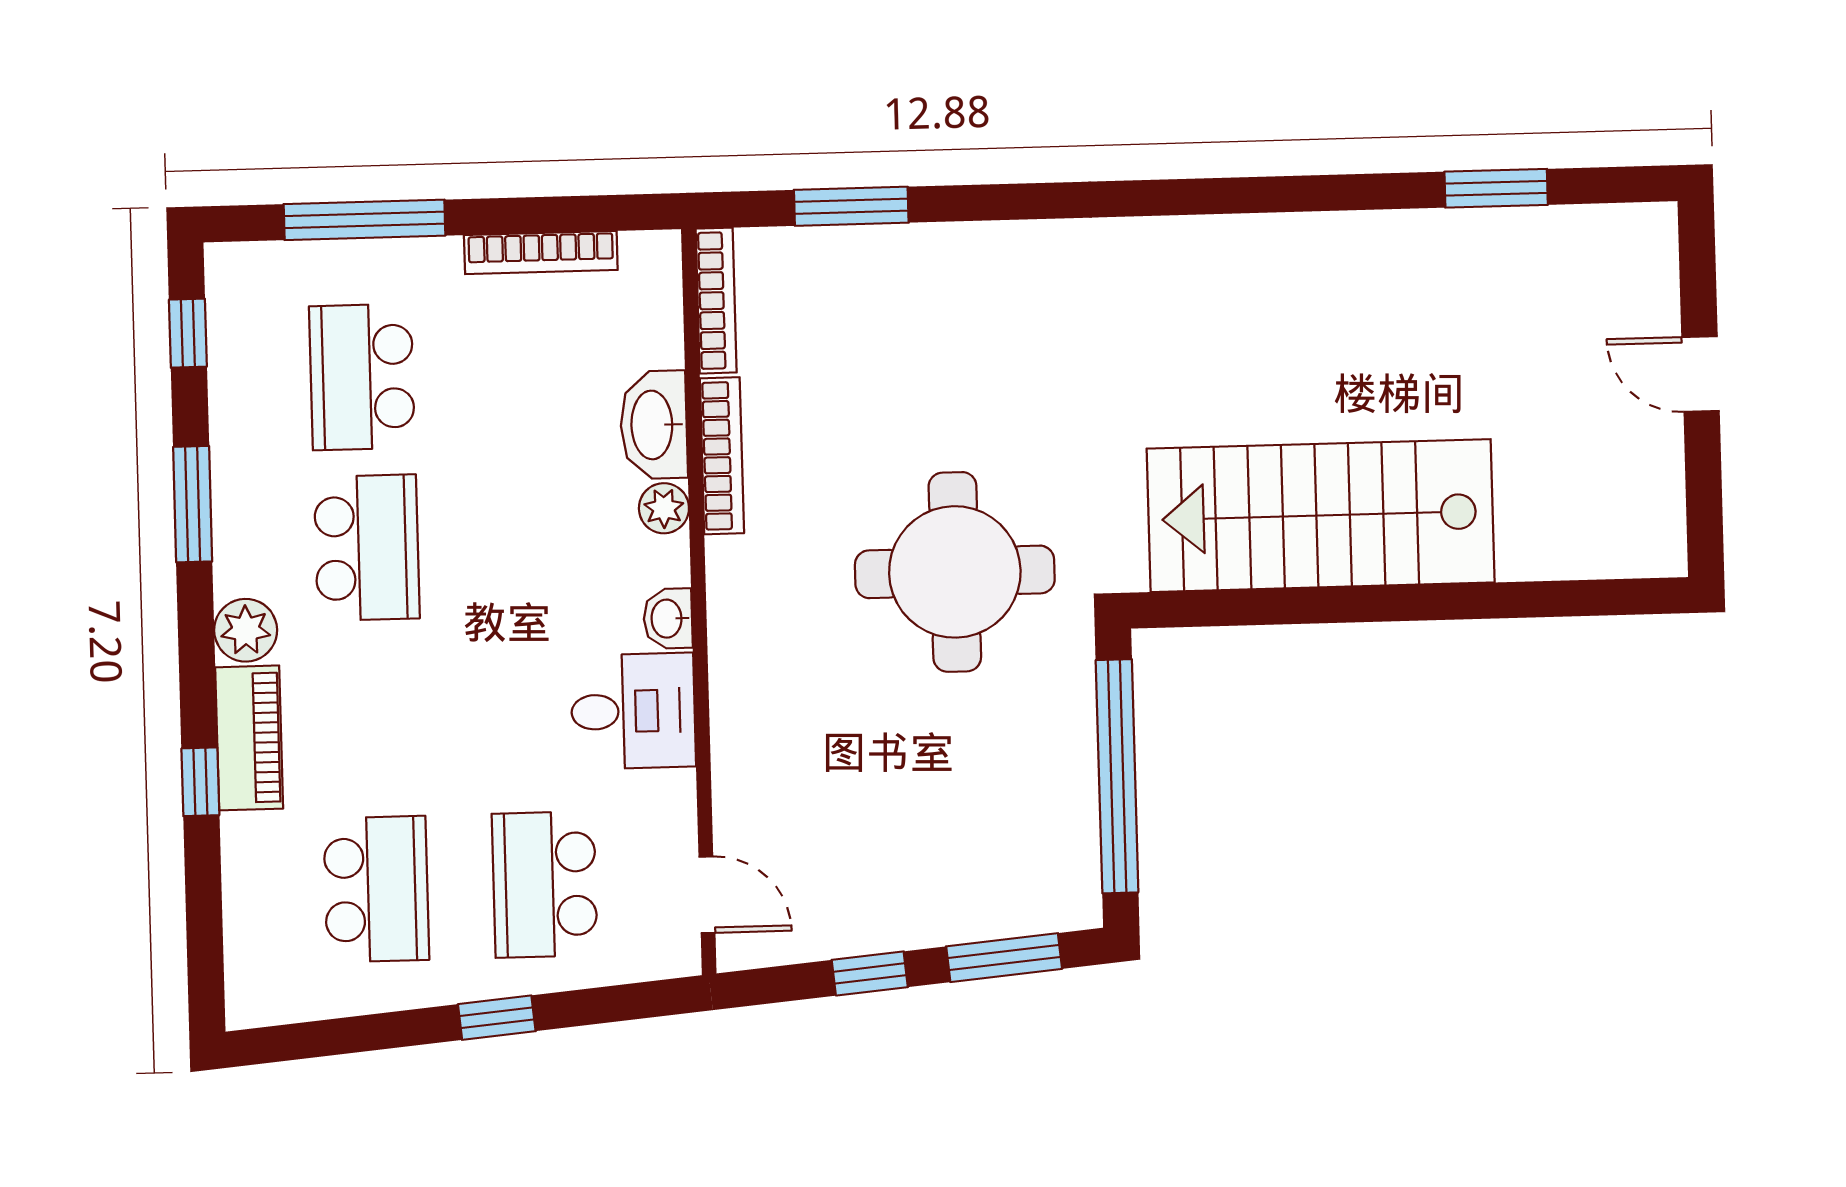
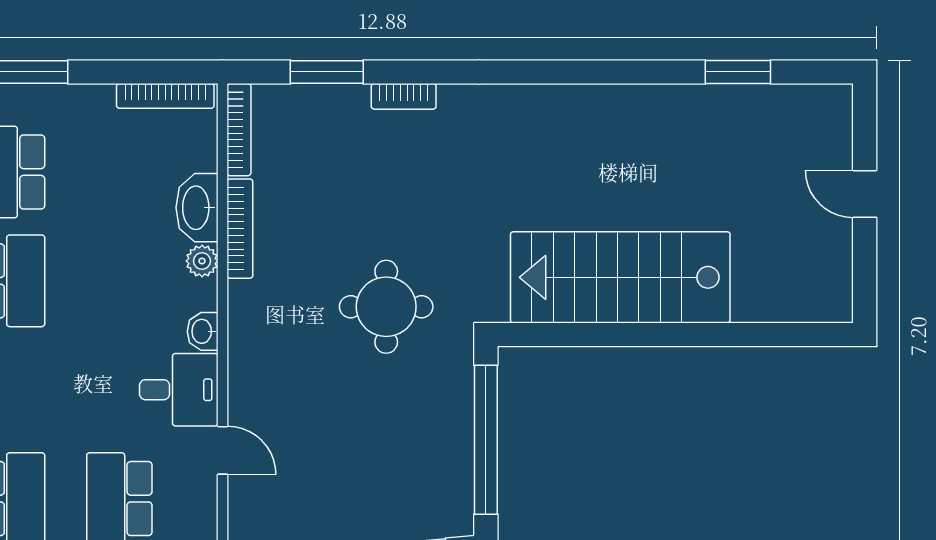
bookcase: (973, 241) -> (404, 96), added
bookcase: (541, 252) -> (165, 96), moved
round table: (955, 572) -> (386, 307), width x0.73, depth x0.73
door: (707, 895) -> (223, 450), moved

